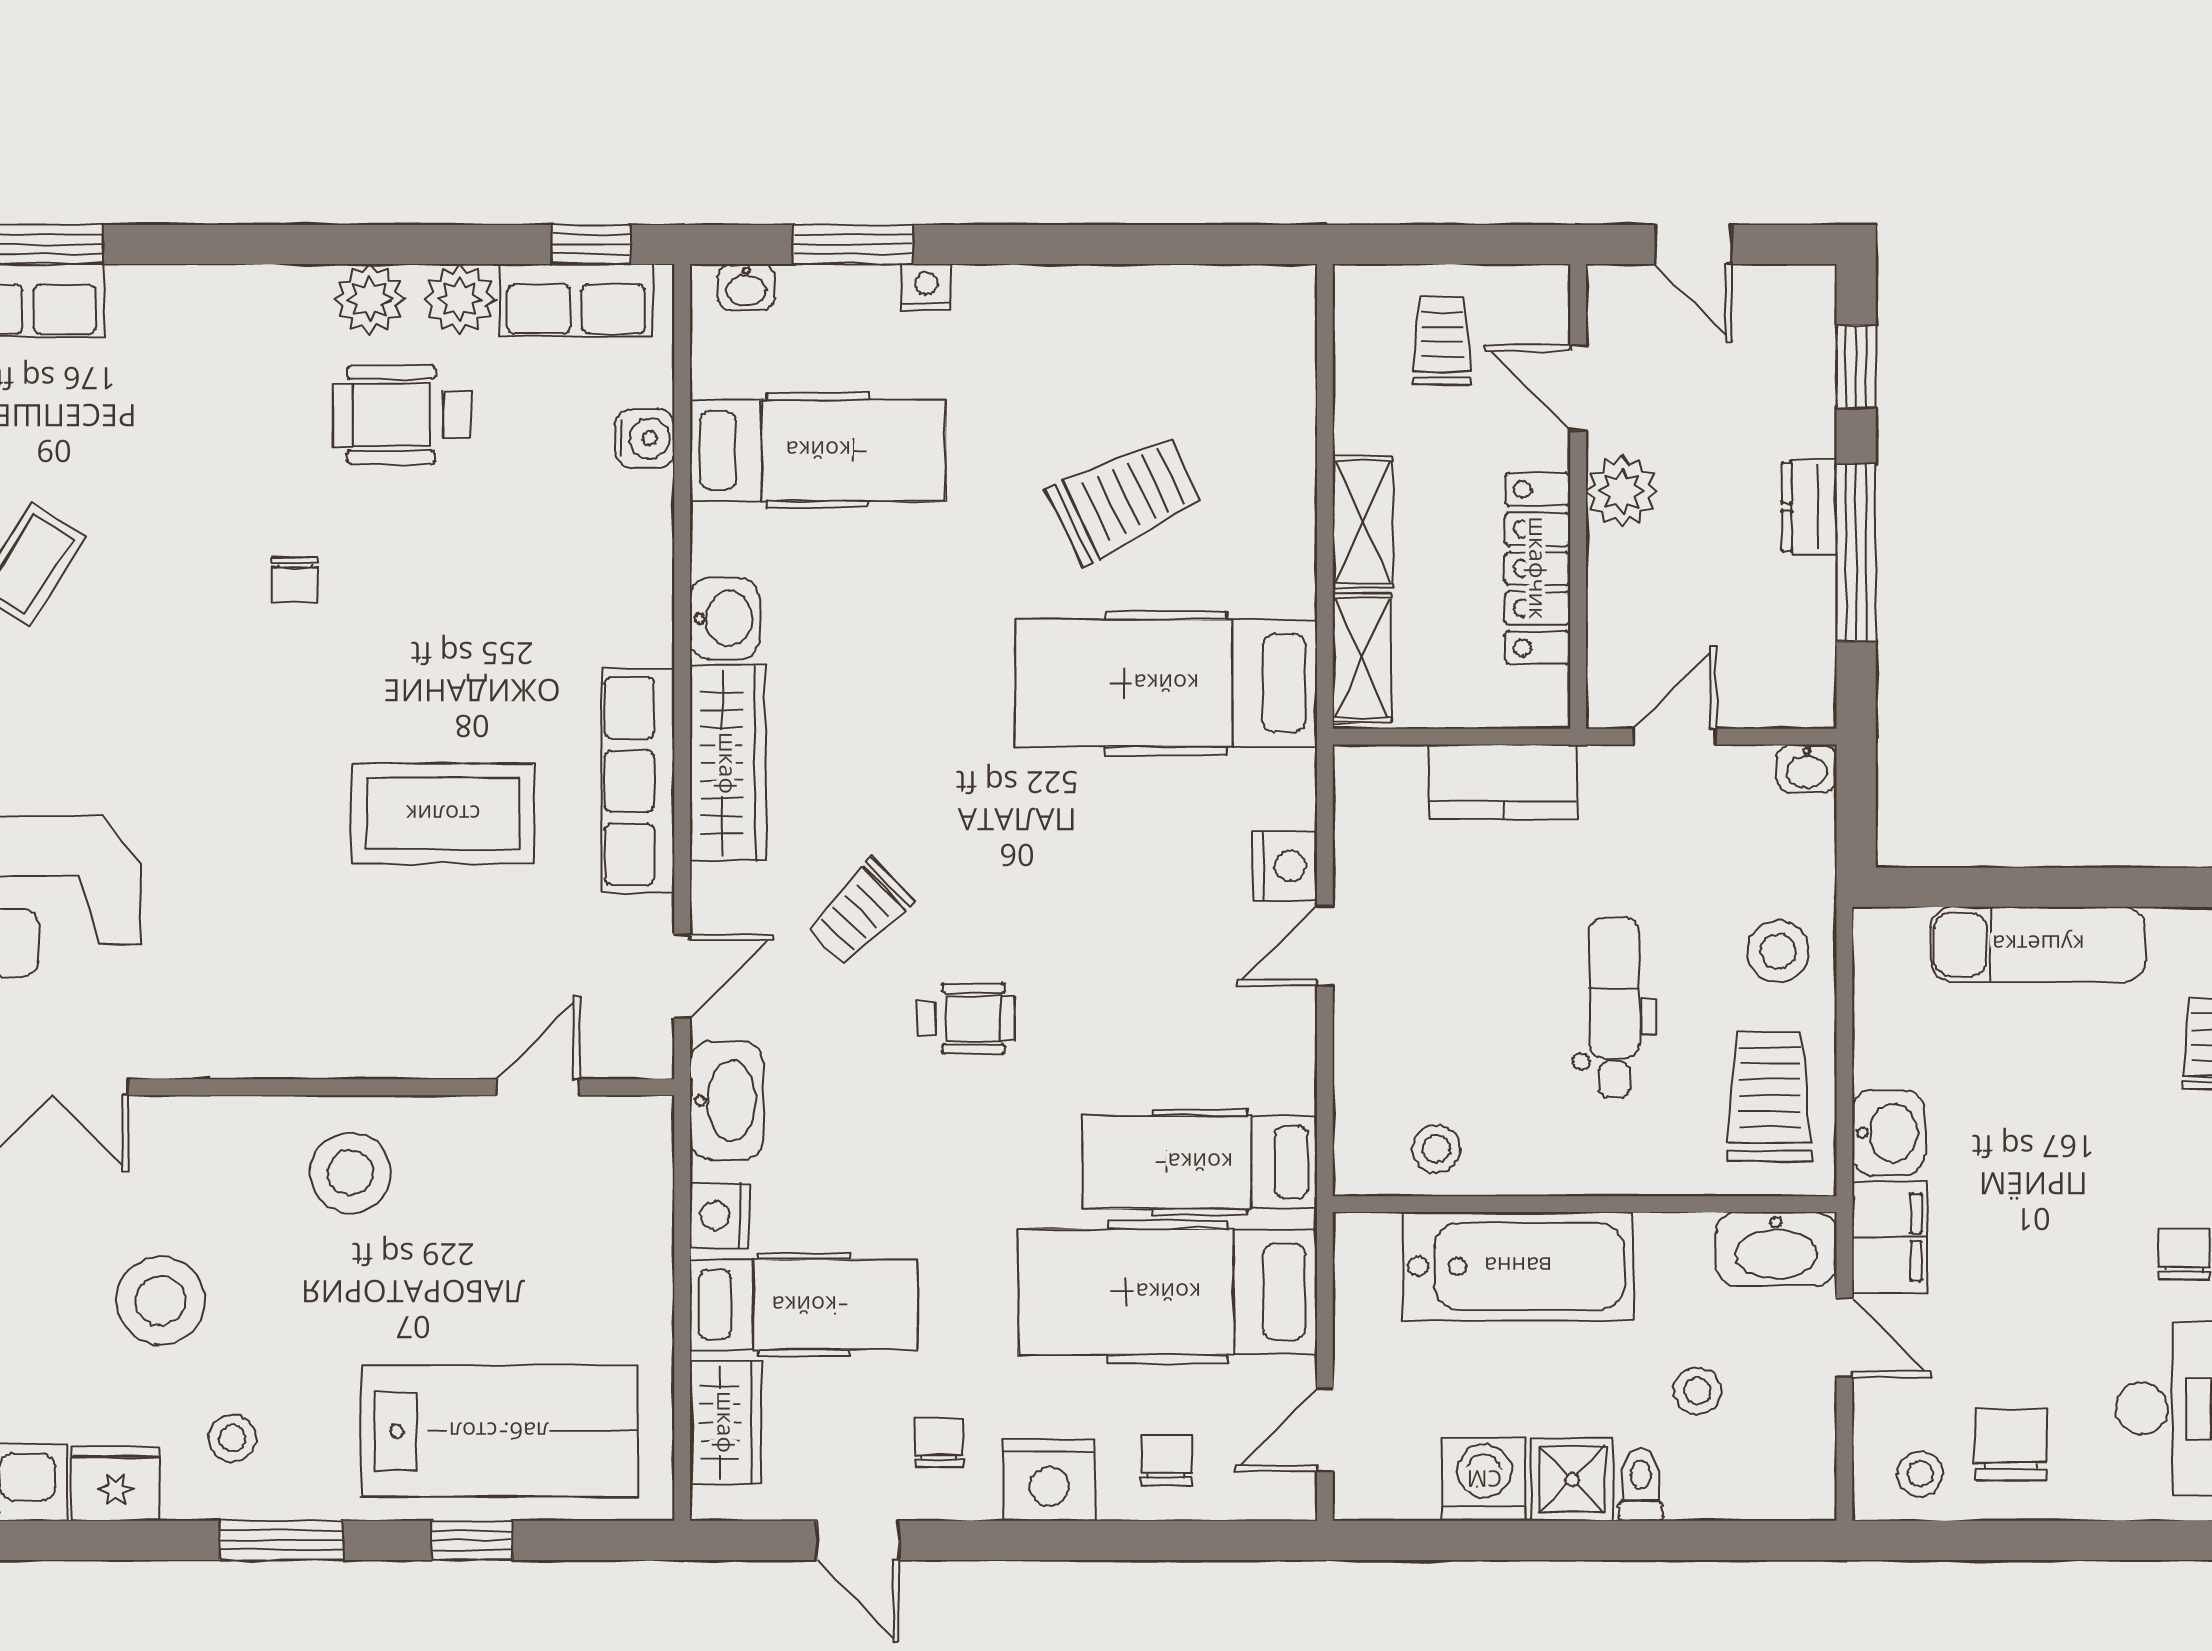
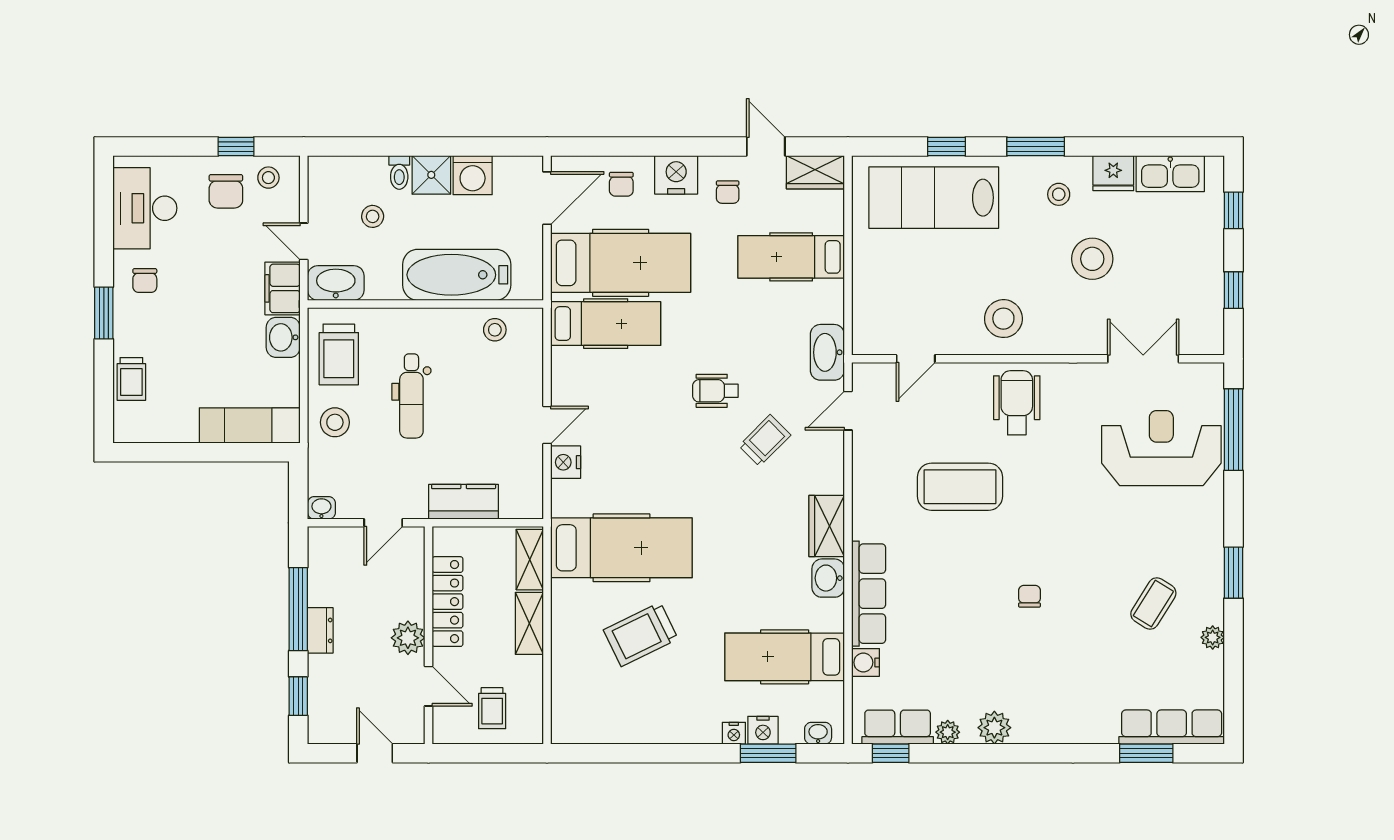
plant: (460, 299) -> (948, 732), width x0.73, depth x0.73
wheelchair: (402, 415) -> (1017, 403), moved, turned -90
wardrobe: (728, 763) -> (827, 526), width x0.67
row of seats: (638, 781) -> (869, 594), moved
exam couch: (2038, 944) -> (250, 425), moved
nightstand: (720, 1216) -> (763, 730), moved, turned 90
wardrobe: (726, 1422) -> (815, 172), moved, turned -90
door: (1325, 1430) -> (547, 198), width x1.38
window: (1989, 1540) -> (236, 146), added

